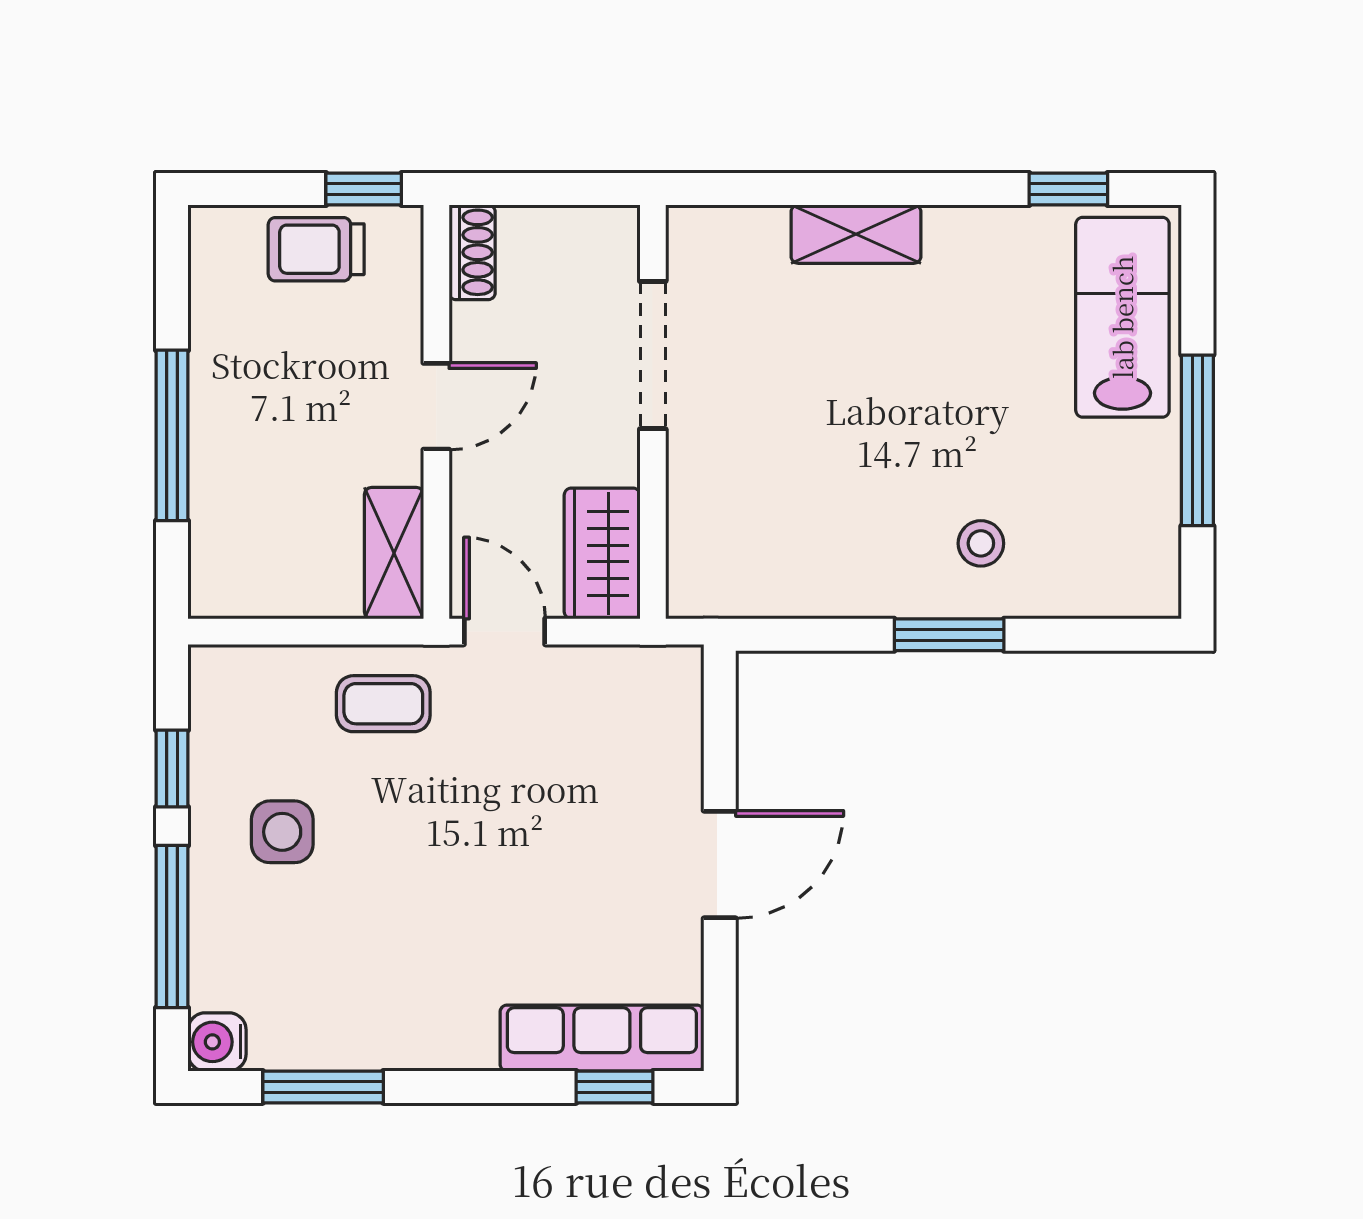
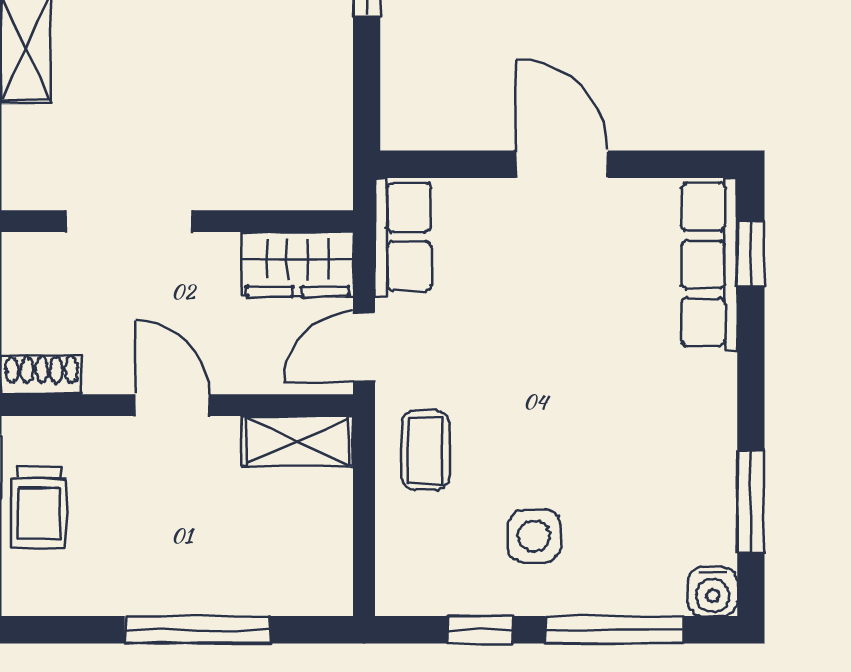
row of seats: (634, 678) -> (403, 237), added

